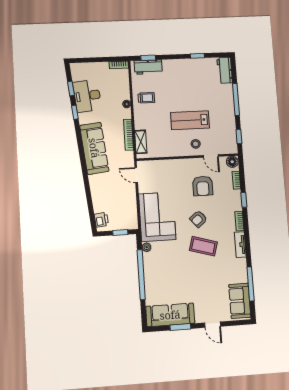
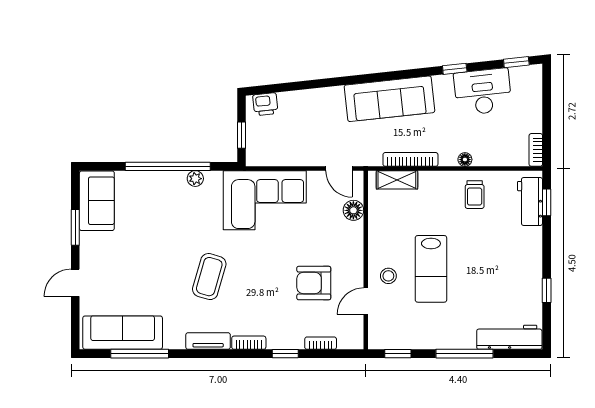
workbench: (225, 70) -> (509, 337), width x1.38
window: (71, 88) -> (516, 62), moved
lab bench: (190, 120) -> (431, 269), turned 180
floor lamp: (232, 162) -> (353, 210), moved
door: (136, 175) -> (339, 169), swing flipped
armchair: (198, 219) -> (257, 271), removed
plant: (147, 247) -> (195, 179), moved
sofa: (240, 301) -> (123, 333), width x1.36
sofa: (170, 315) -> (97, 201), width x0.73

